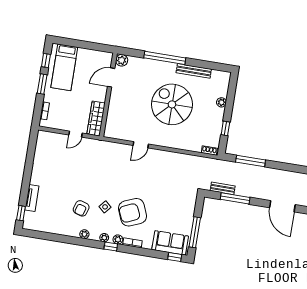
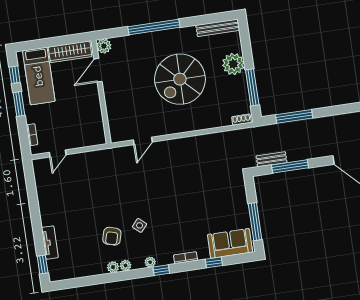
bench: (194, 71) -> (218, 28), moved
plant: (221, 102) -> (233, 64), width x1.88, depth x1.88
spiral stairs: (172, 104) -> (180, 79), turned -90
wardrobe: (96, 119) -> (70, 52), moved, turned -90
window: (225, 128) -> (252, 87), width x2.17
door: (75, 134) -> (58, 153), moved
door: (141, 145) -> (143, 141), moved
armchair: (132, 212) -> (174, 221), removed
plant: (118, 239) -> (113, 267), moved
window: (175, 257) -> (214, 262), moved

